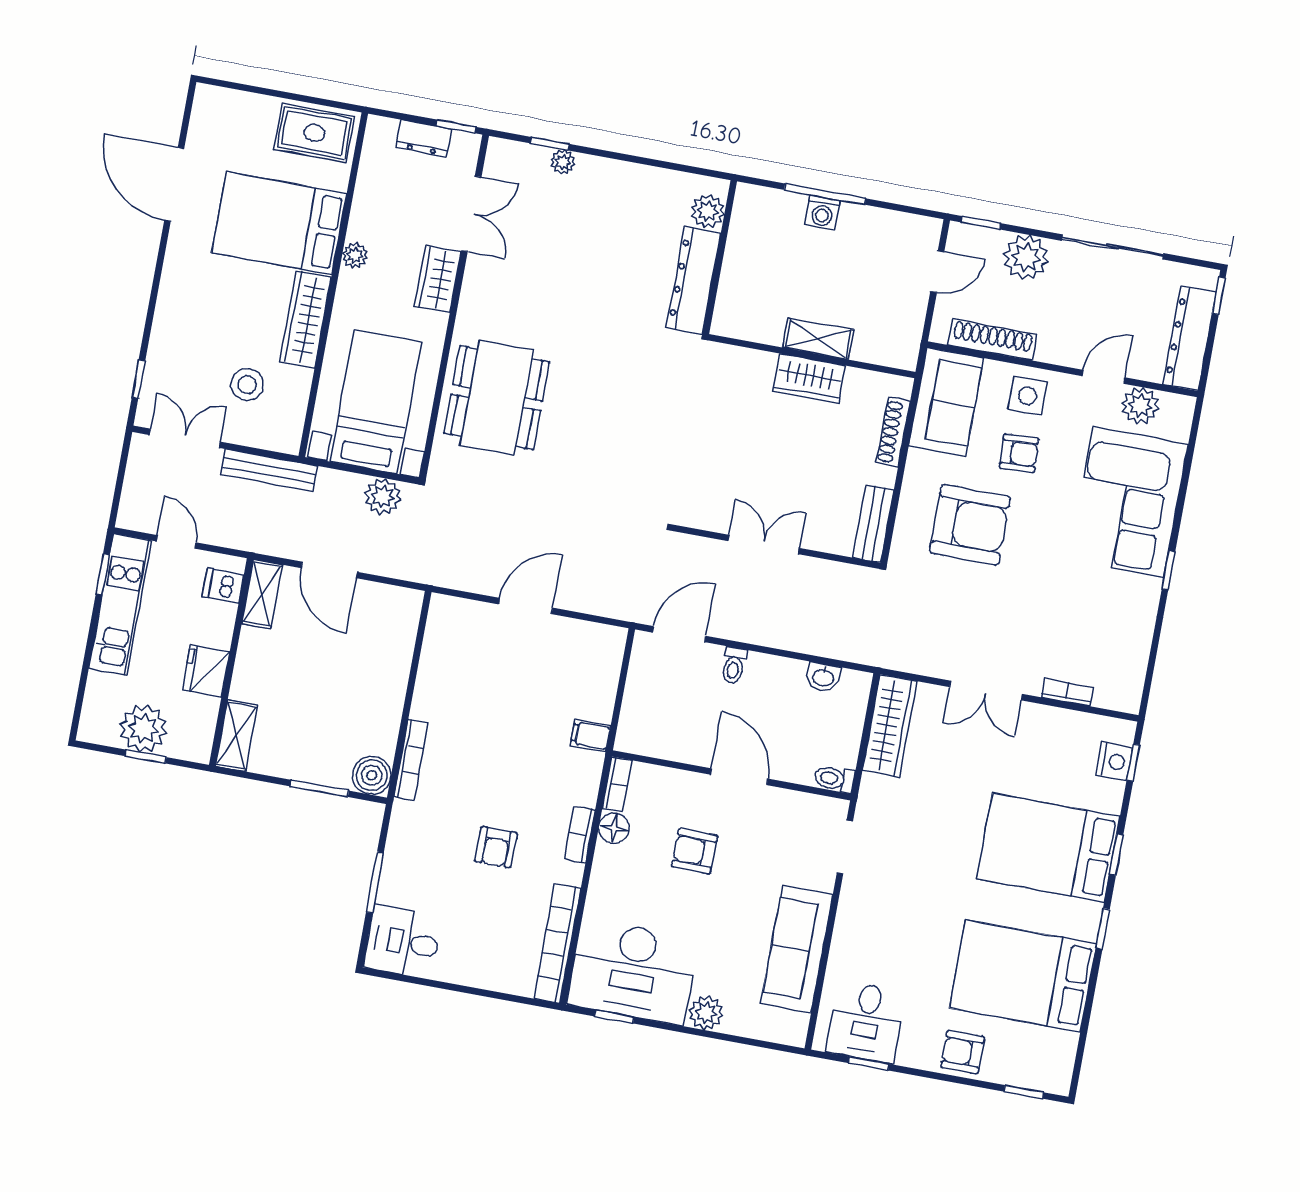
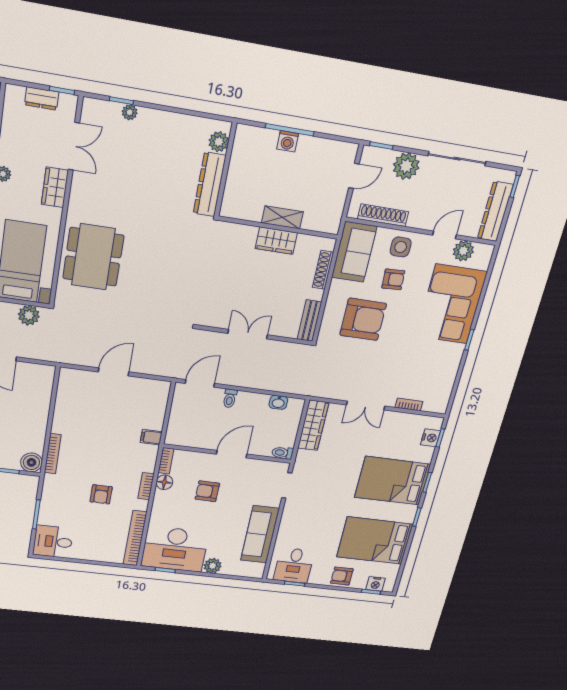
door: (739, 777) -> (232, 454), hinge flipped
nightstand: (1032, 1075) -> (376, 584), added

